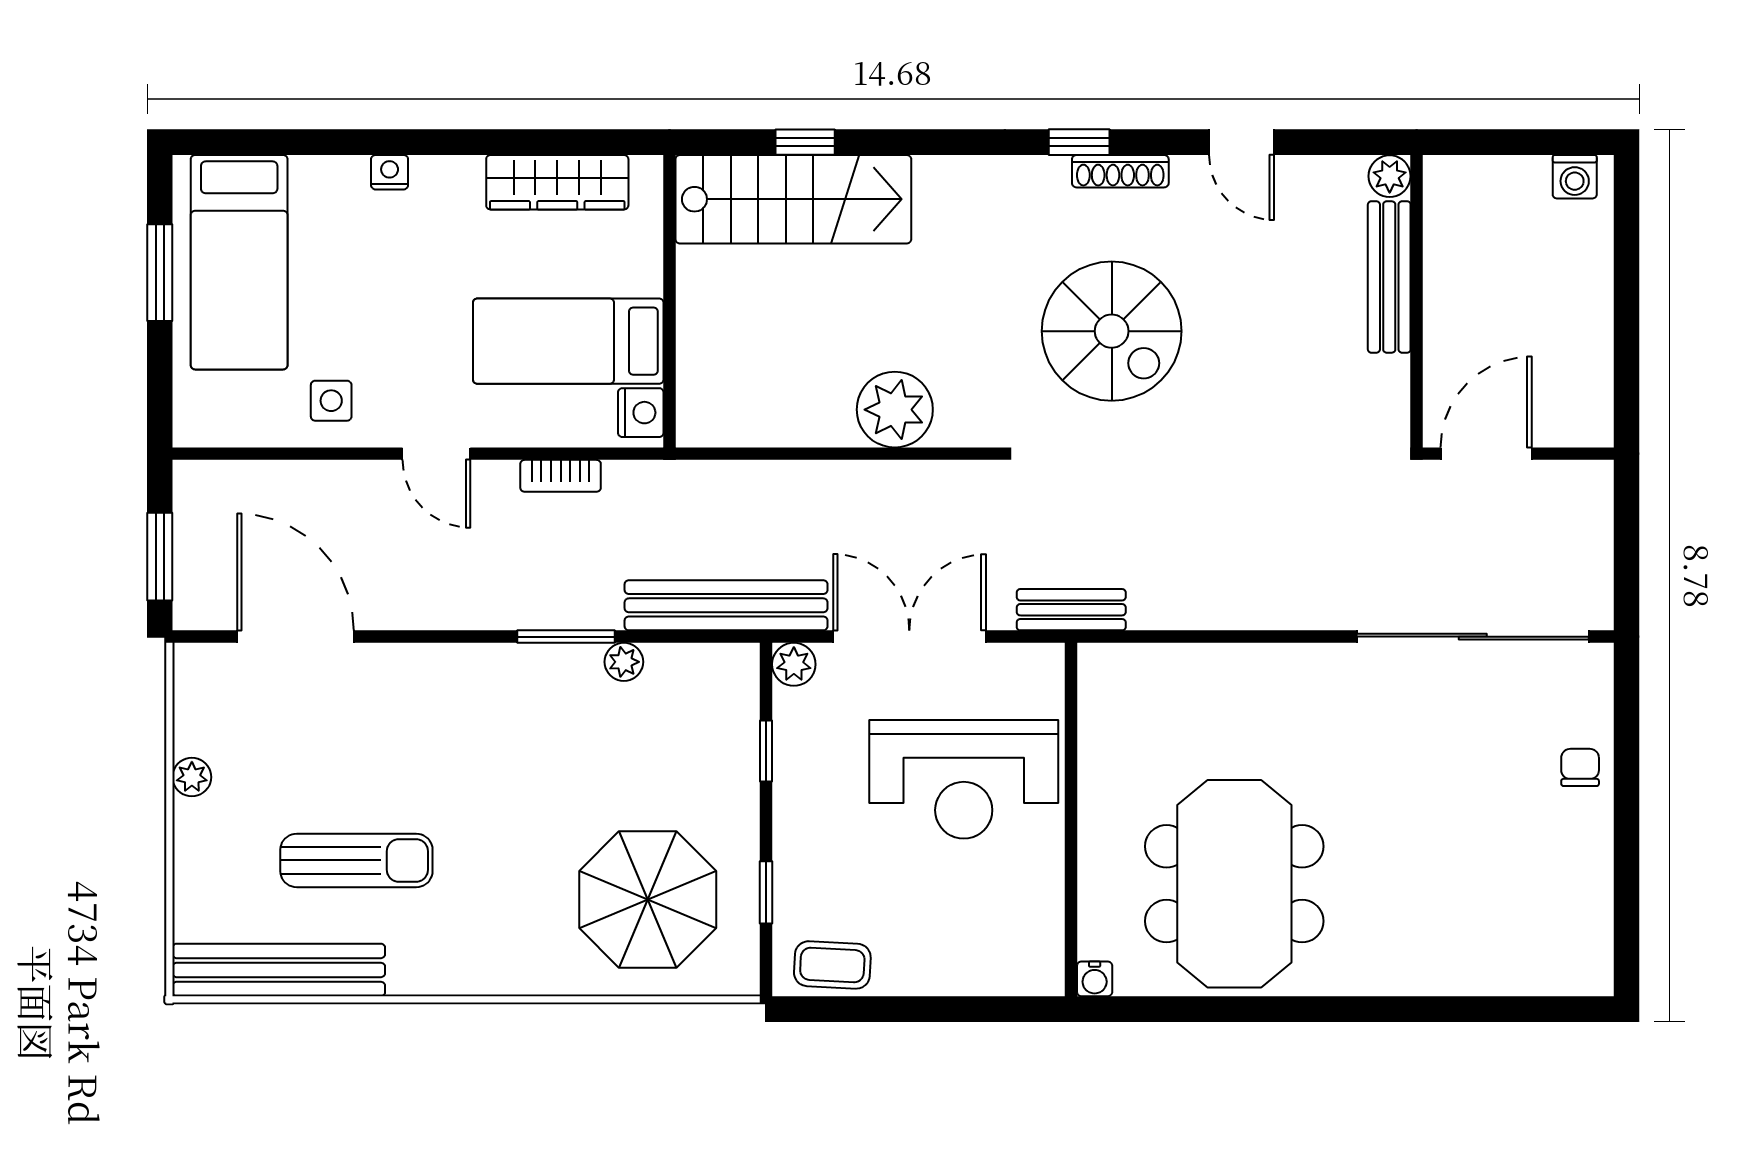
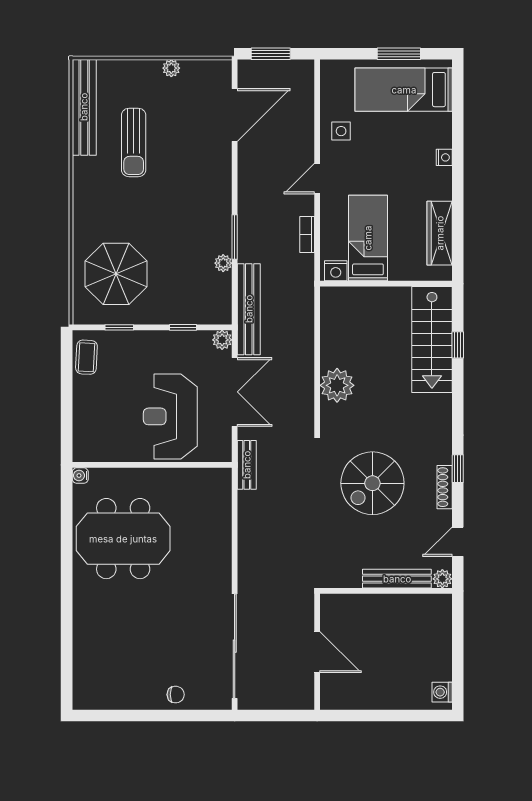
plant: (1390, 176) -> (442, 579), moved
bench: (1389, 277) -> (397, 579), moved
wall: (1417, 301) -> (386, 591), moved

